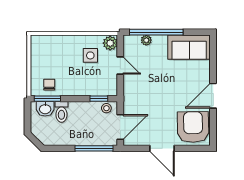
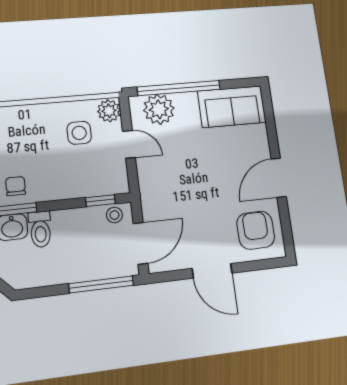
plant: (146, 40) -> (159, 109), width x1.87, depth x1.87
armchair: (193, 127) -> (256, 230), width x0.73, depth x0.73

